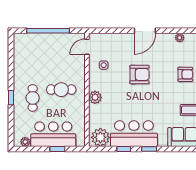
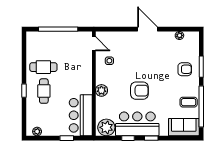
door: (145, 31) -> (147, 29), swing flipped
door: (87, 47) -> (94, 44), swing flipped
armchair: (139, 75) -> (139, 91), moved
cafe table: (61, 90) -> (43, 67), moved
bar counter: (53, 134) -> (81, 115), moved, turned -90

